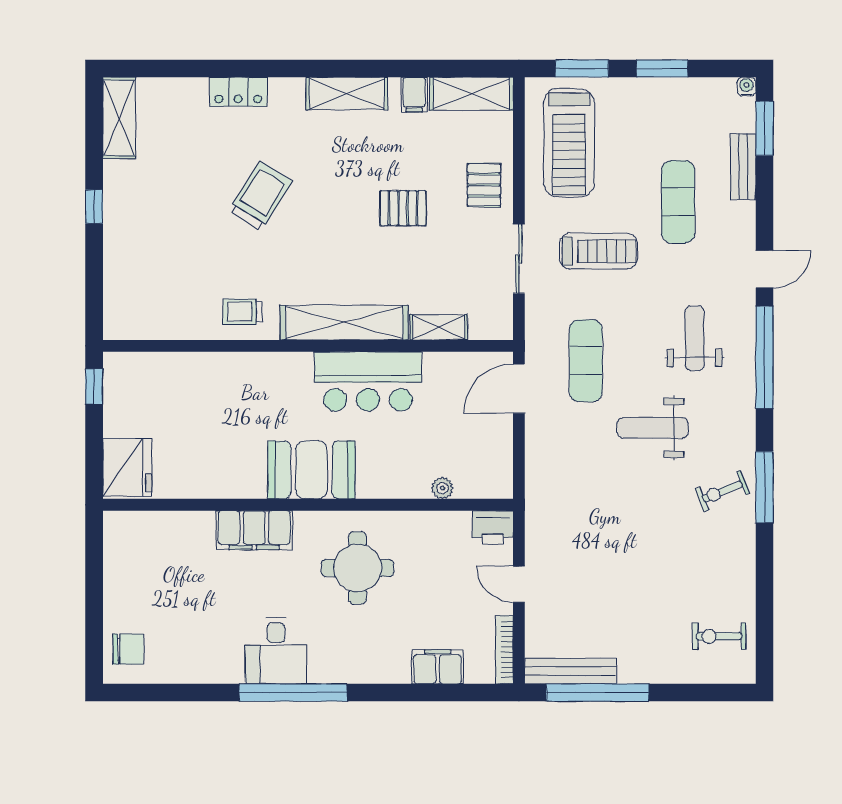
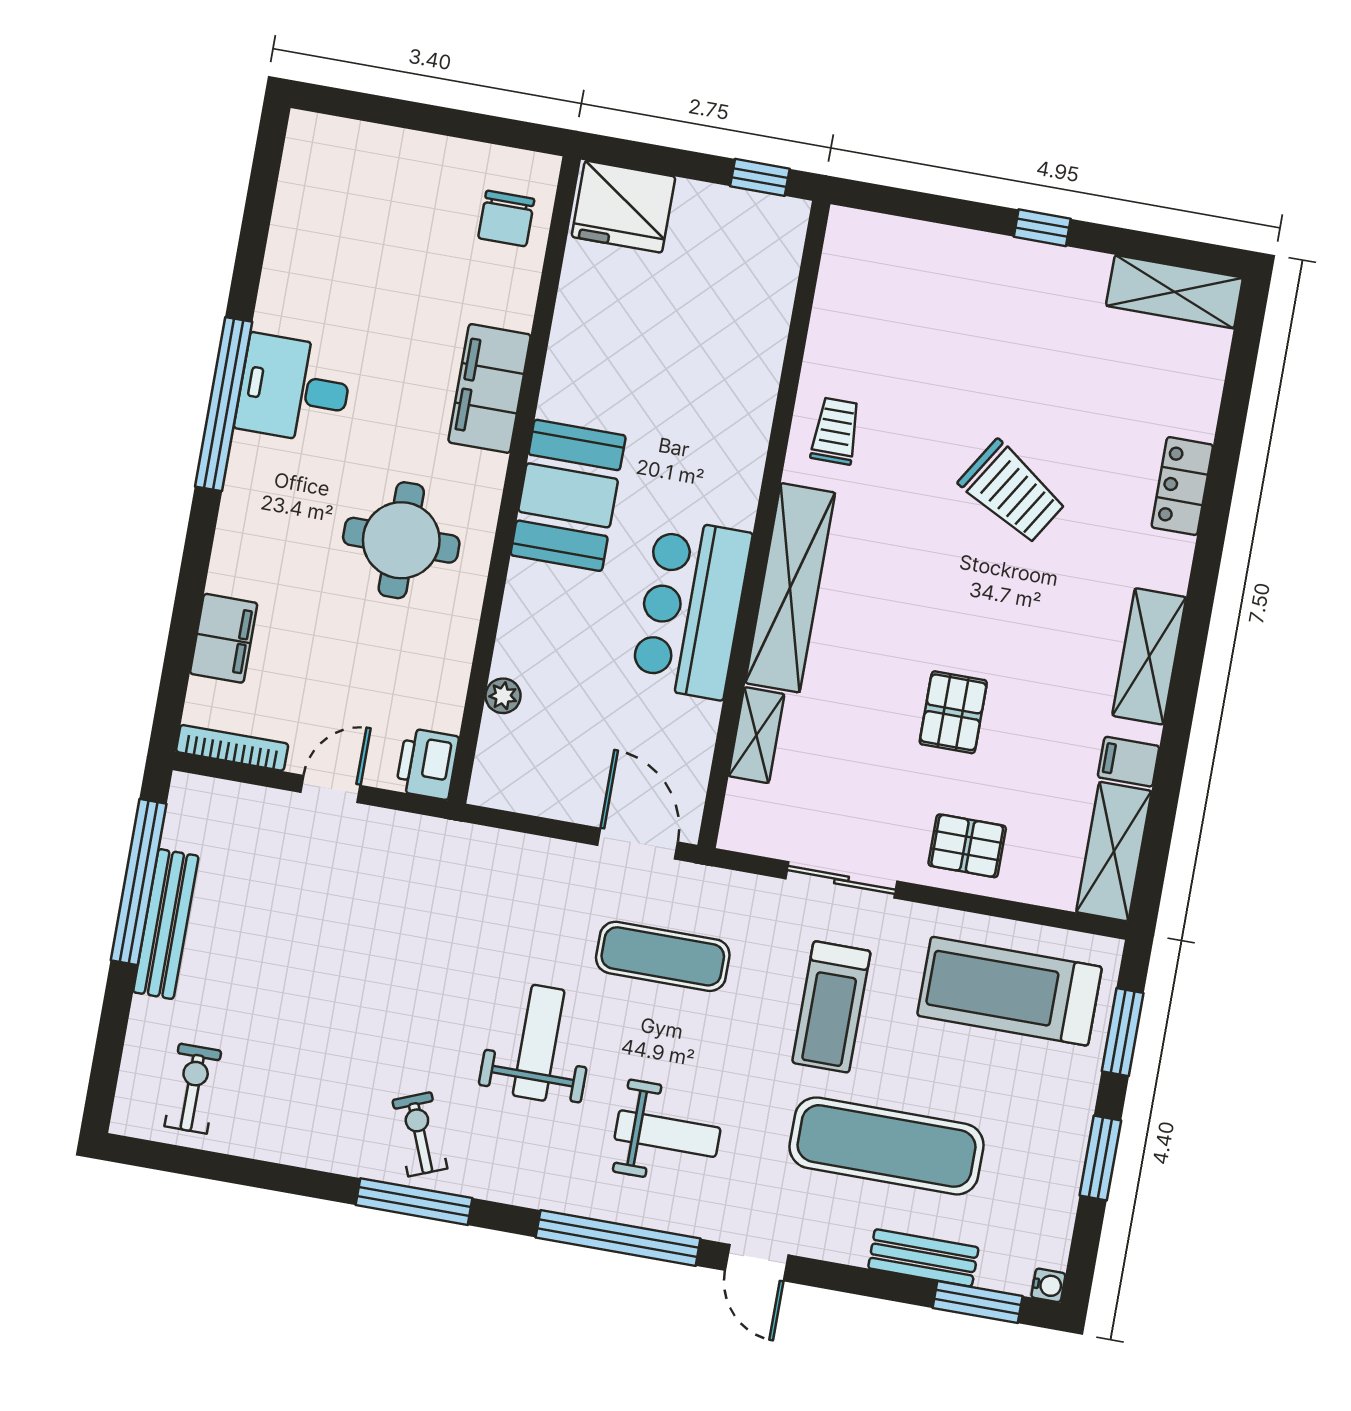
exercise mat: (678, 202) -> (887, 1146), width x1.36, depth x1.45
chair: (128, 649) -> (506, 219), moved
bench: (570, 671) -> (166, 924), moved

